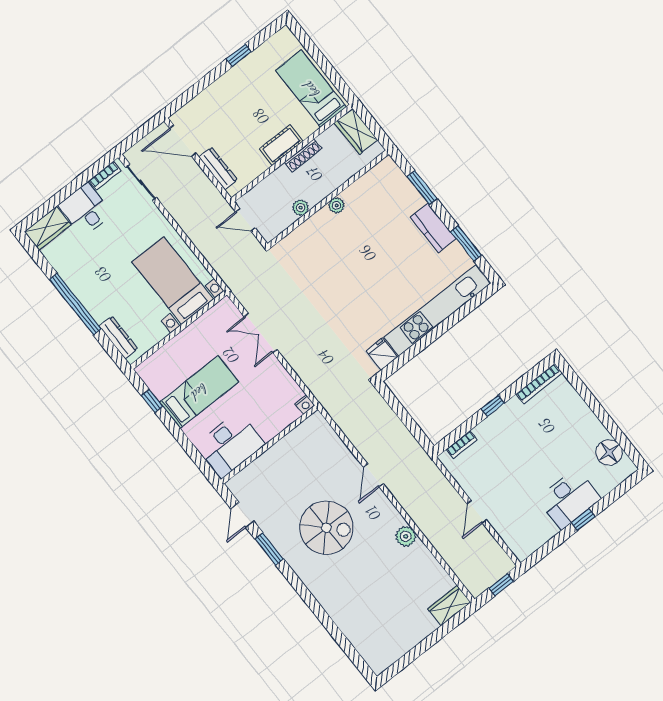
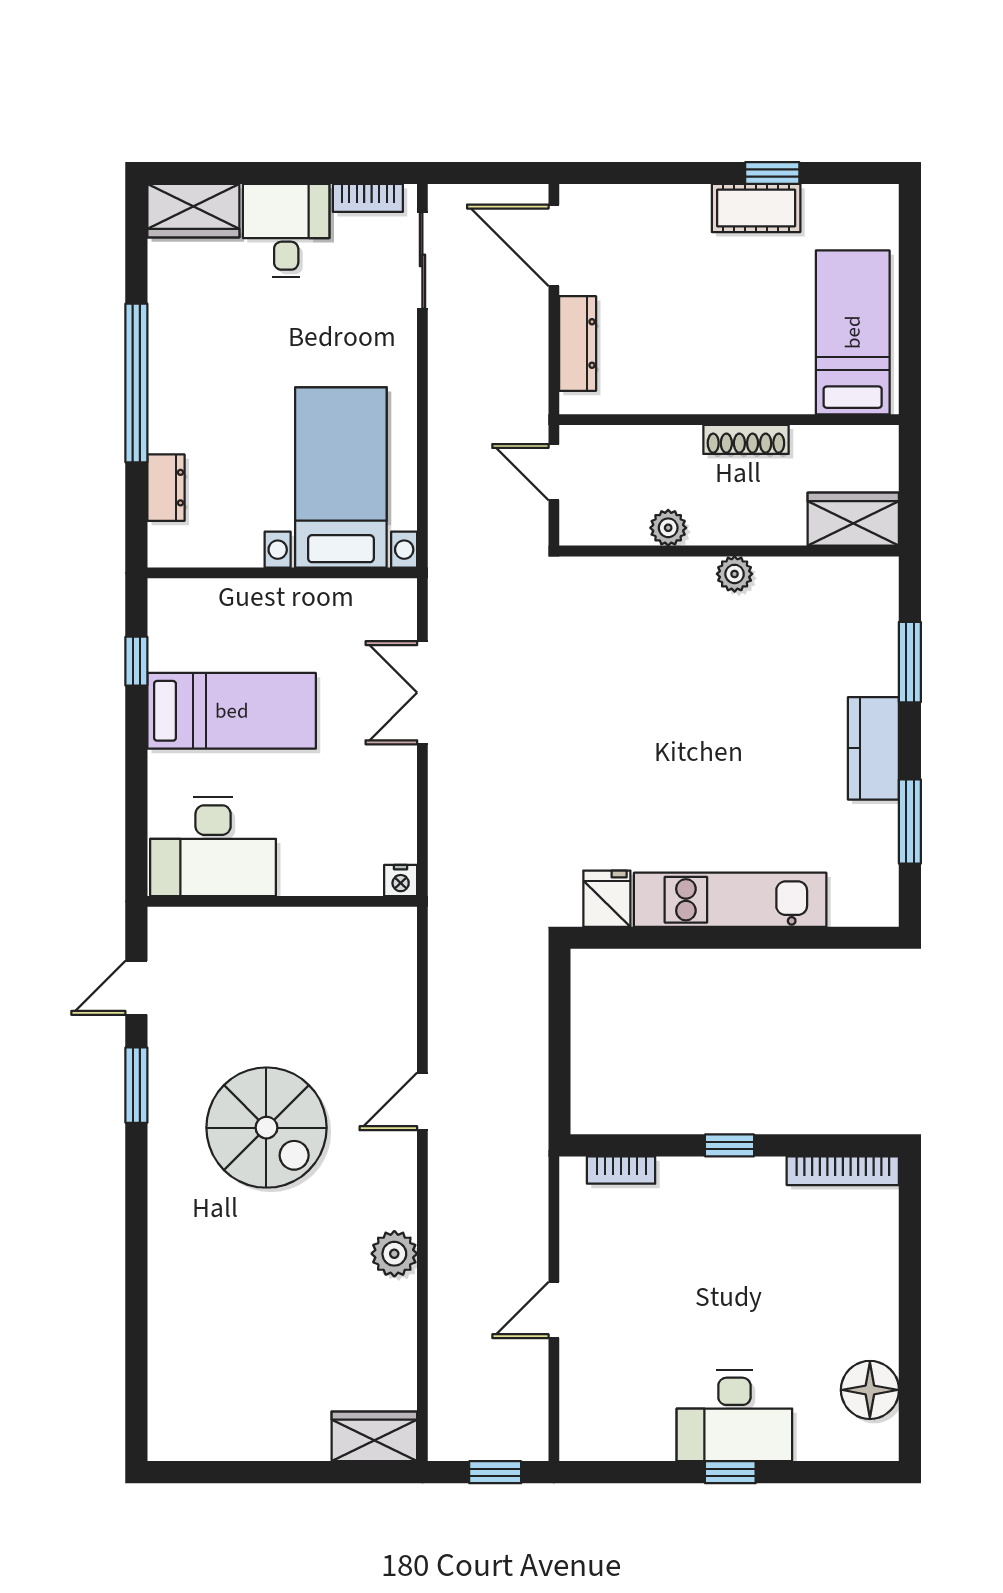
wardrobe: (356, 131) -> (853, 519), moved, turned 90
cot: (281, 145) -> (756, 208), moved
kitchen unit: (437, 311) -> (730, 900), width x0.73
dresser: (118, 337) -> (166, 488), width x0.70

